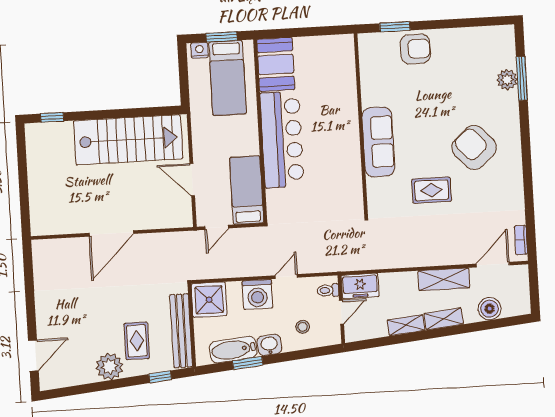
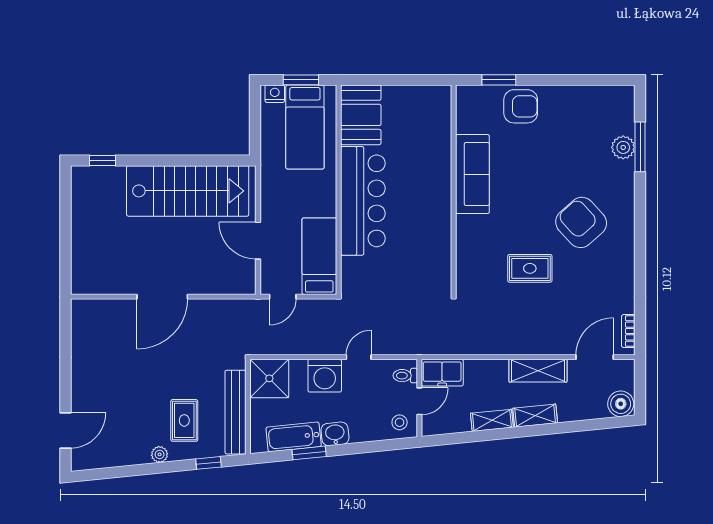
sofa: (378, 142) -> (472, 174), moved
boiler: (490, 309) -> (621, 404), moved
stool: (303, 327) -> (400, 422), moved
plant: (110, 367) -> (160, 454), width x0.53, depth x0.53

